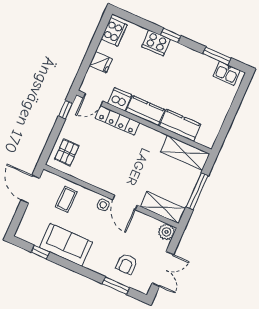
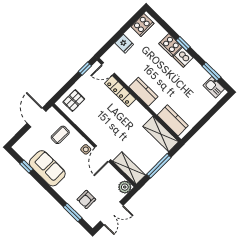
dishwasher: (120, 99) -> (183, 57), moved, turned 180
kitchen counter: (180, 125) -> (173, 120), moved

